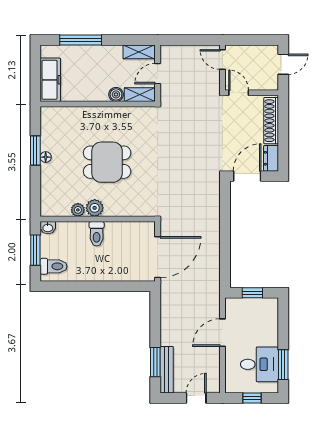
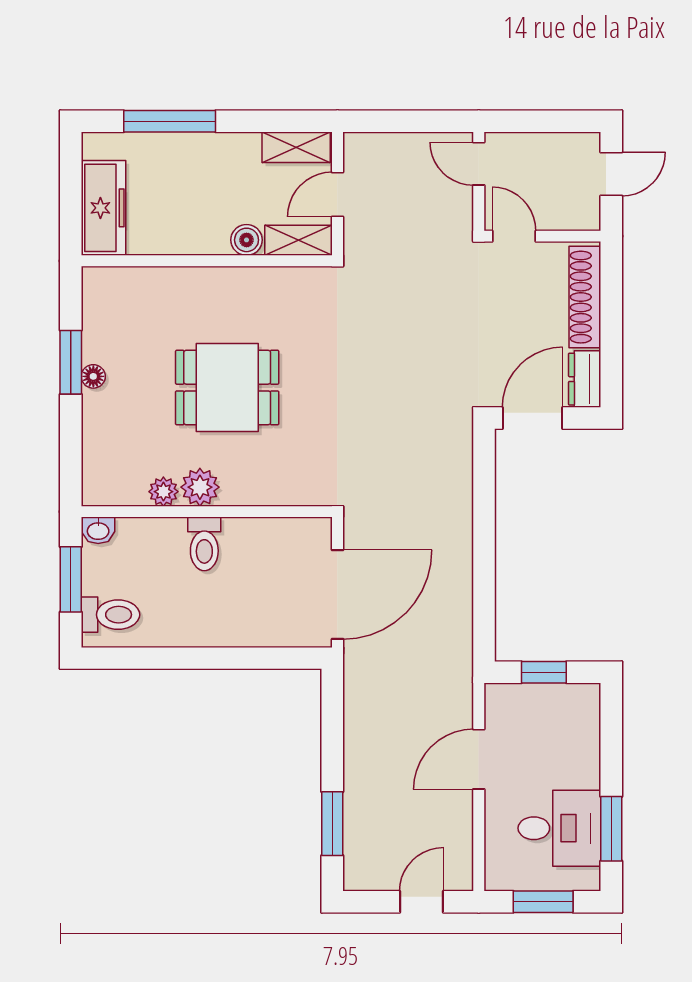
bench: (167, 370) -> (357, 840), removed
window: (252, 398) -> (543, 902), width x1.50

